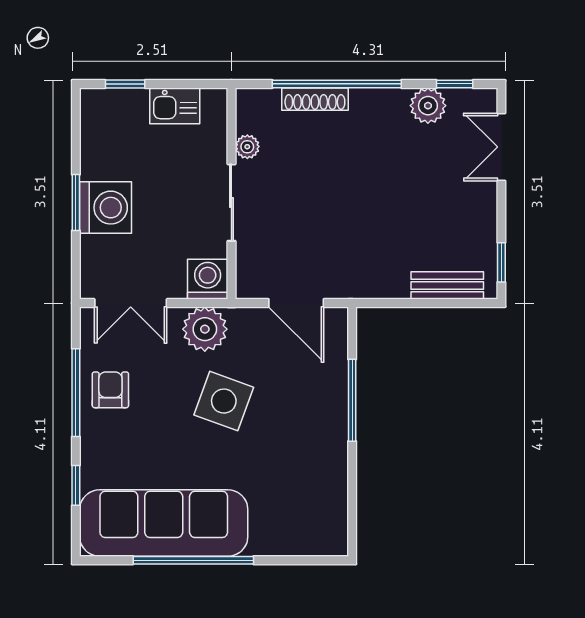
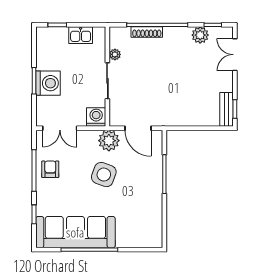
bench: (447, 285) -> (226, 109), moved, turned 90
plant: (205, 329) -> (109, 141), moved

